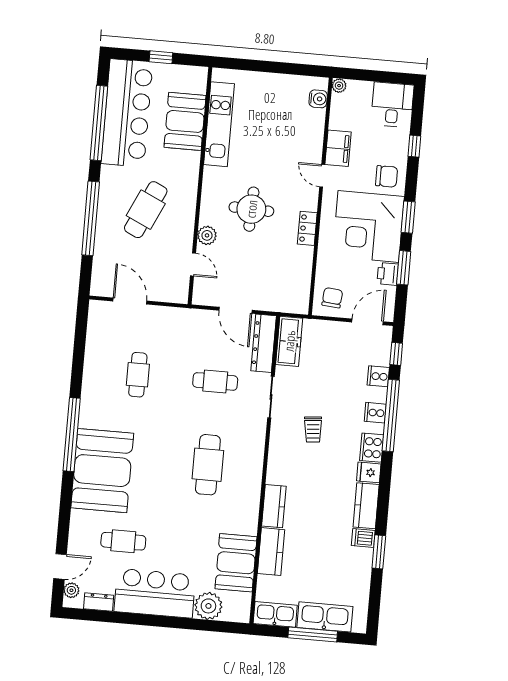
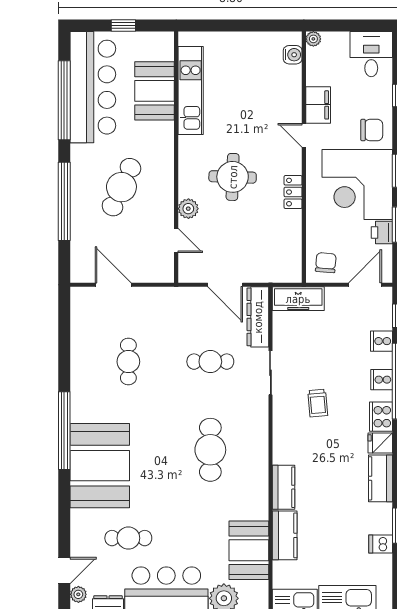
freezer: (289, 341) -> (298, 299), moved, turned 90
dishwasher: (363, 538) -> (381, 544), moved

